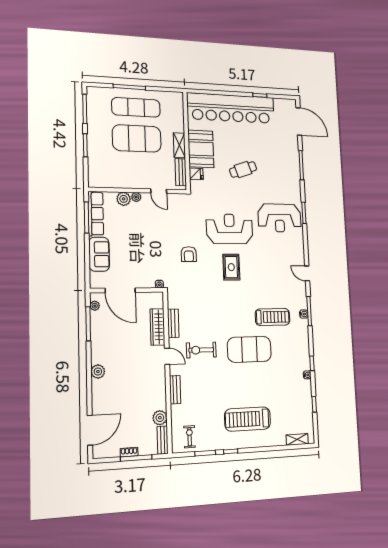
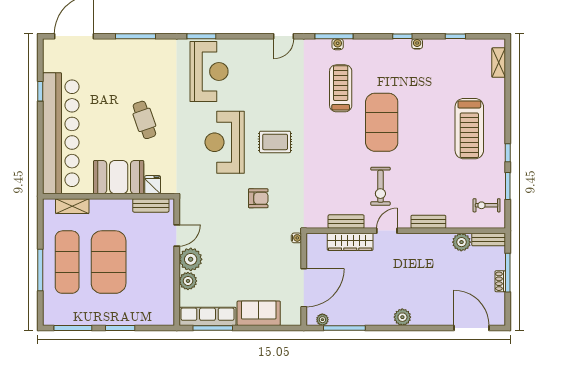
shelving: (179, 145) -> (72, 206), moved
plant: (136, 197) -> (191, 259), width x1.88, depth x1.88

